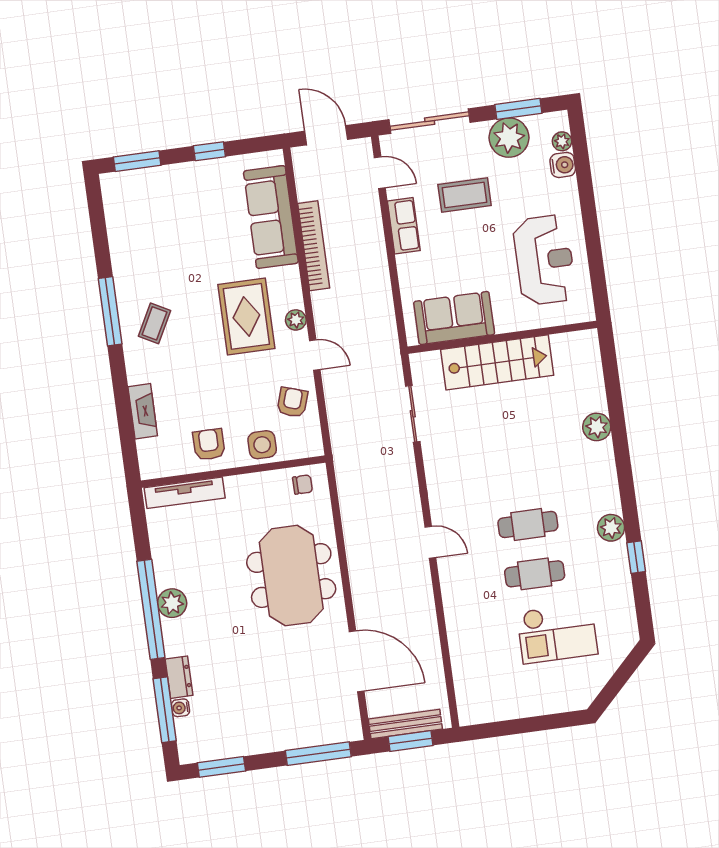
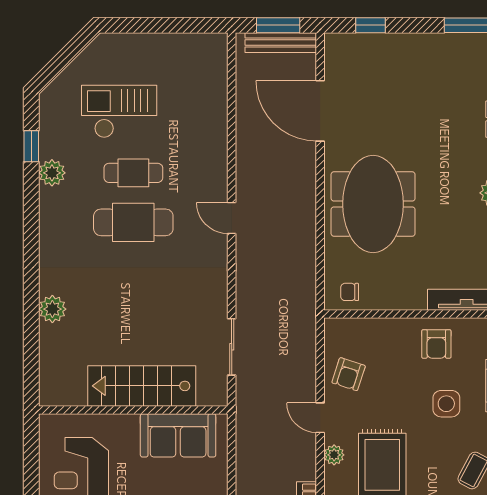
side table: (262, 445) -> (446, 404), moved
cafe table: (528, 524) -> (133, 222), width x1.37, depth x1.35
plant: (611, 528) -> (52, 173), moved
window: (636, 557) -> (31, 146), moved
window: (318, 754) -> (370, 25), width x0.46

